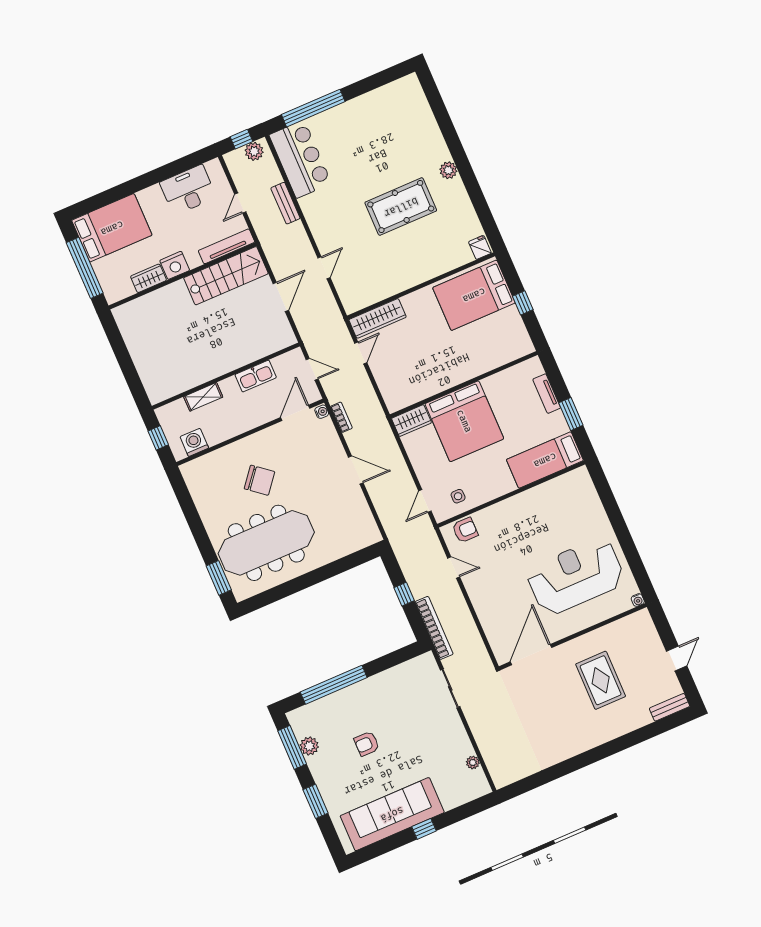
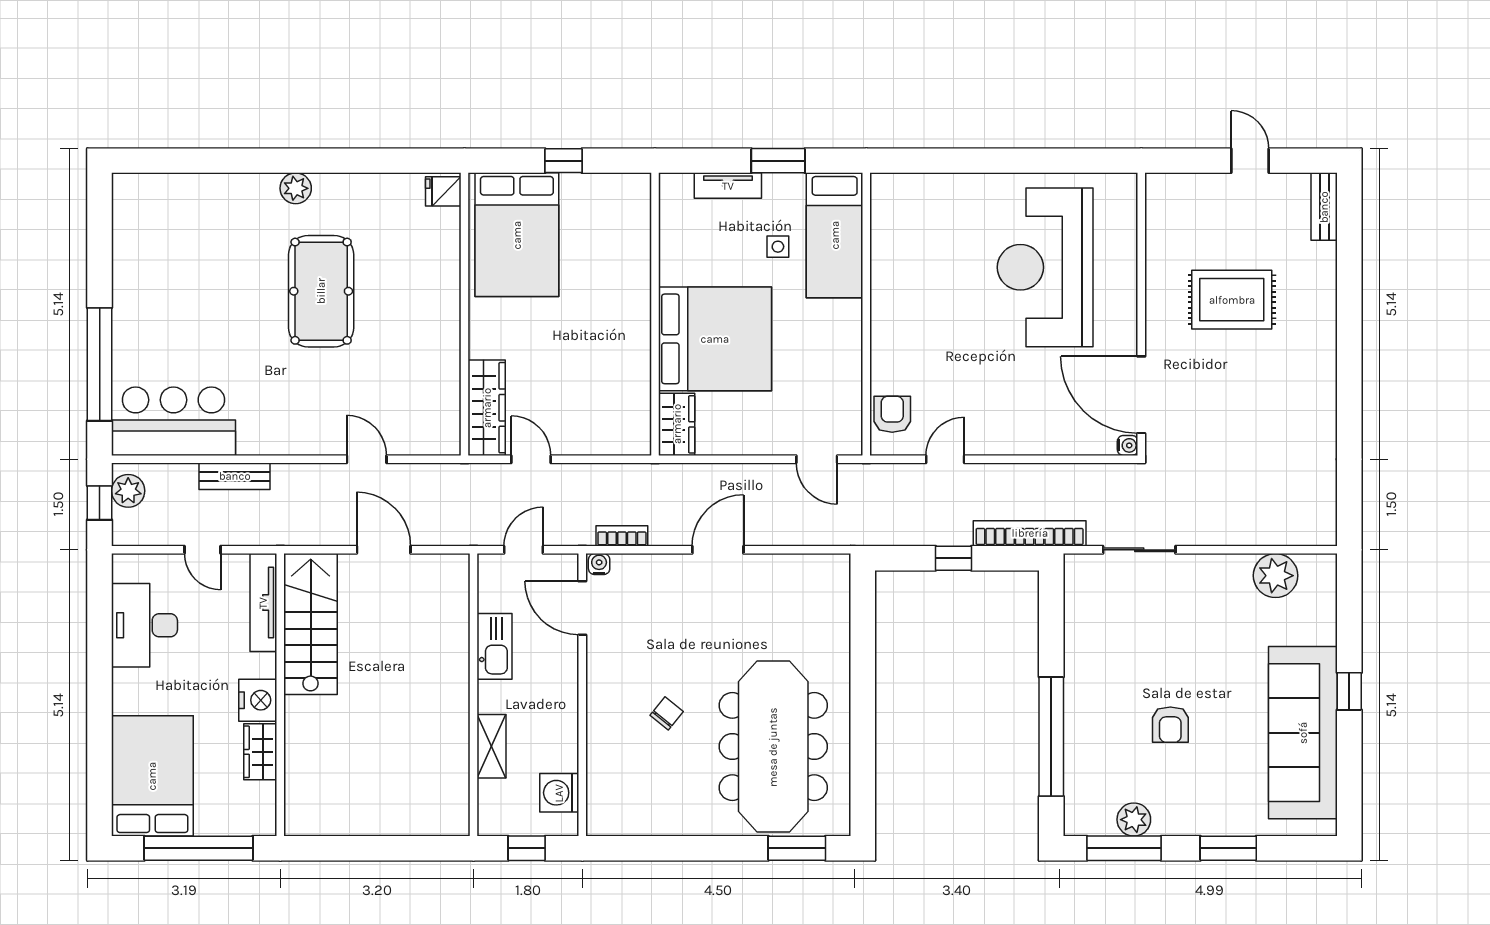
chair: (259, 480) -> (667, 713), width x0.54, depth x0.54
side table: (458, 496) -> (778, 247), moved
water cooler: (638, 600) -> (1128, 445), moved
plant: (473, 762) -> (1276, 576), width x1.88, depth x1.88

